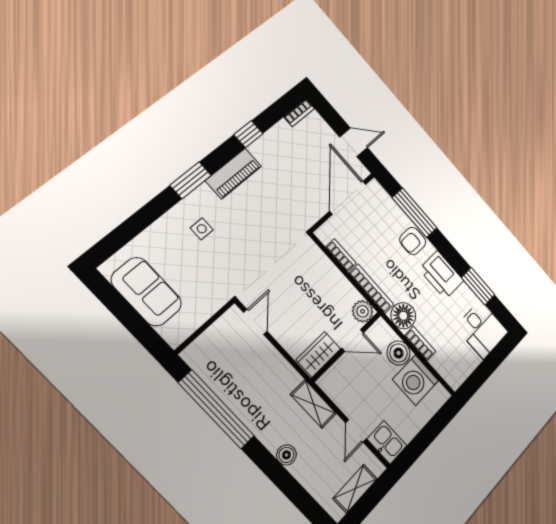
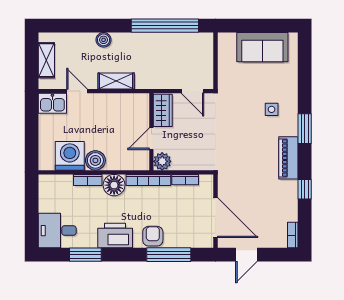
plant: (363, 311) -> (162, 161), moved
door: (353, 340) -> (151, 139), moved
wall: (347, 346) -> (151, 132), moved
wardrobe: (318, 354) -> (163, 110), moved

